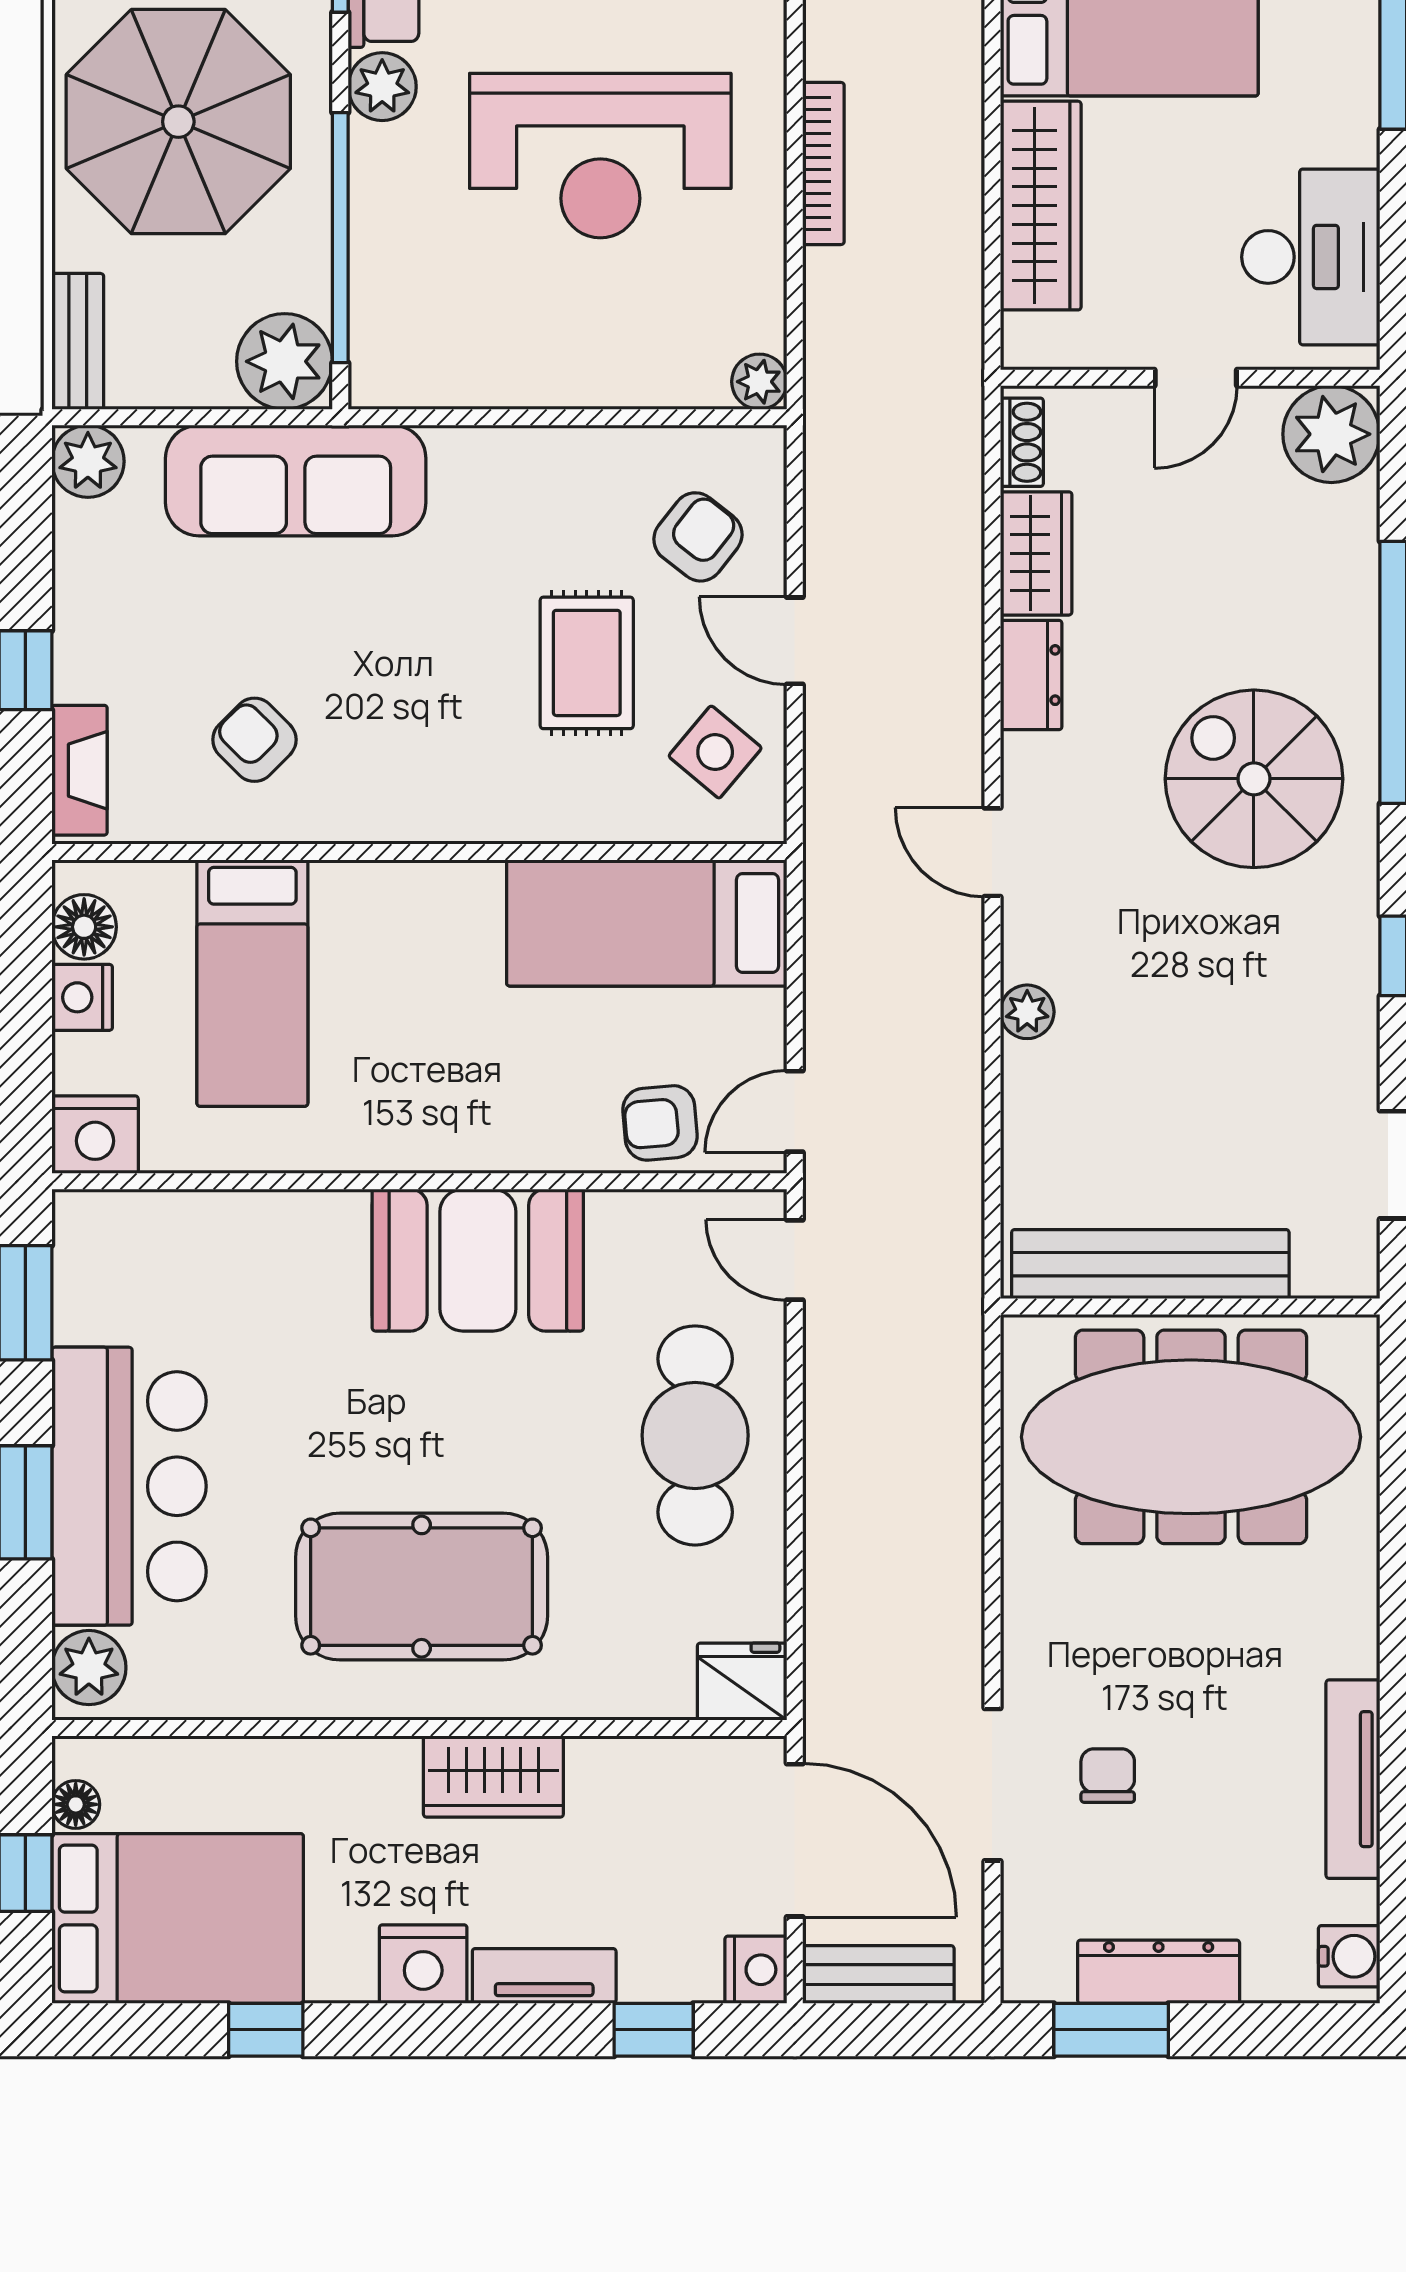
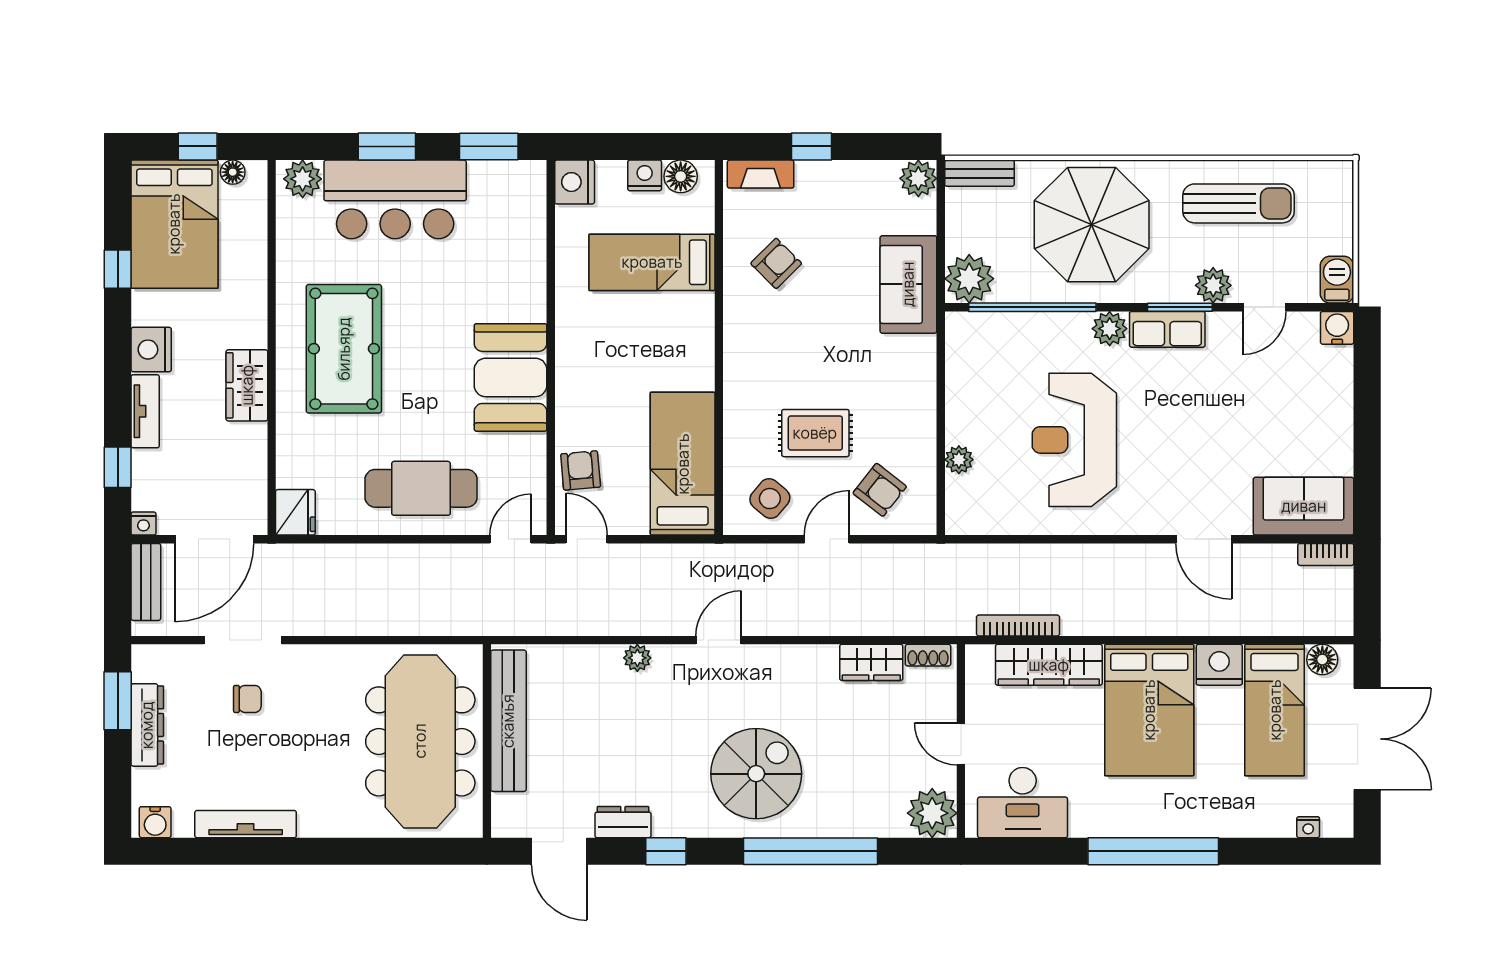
bookcase: (823, 164) -> (1018, 625), moved, turned 180
plant: (759, 382) -> (959, 460), moved
sofa: (296, 480) -> (908, 284), width x0.73
dresser: (1031, 675) -> (623, 822), moved, turned 180
nightstand: (756, 1970) -> (143, 524), width x0.72, depth x0.74

